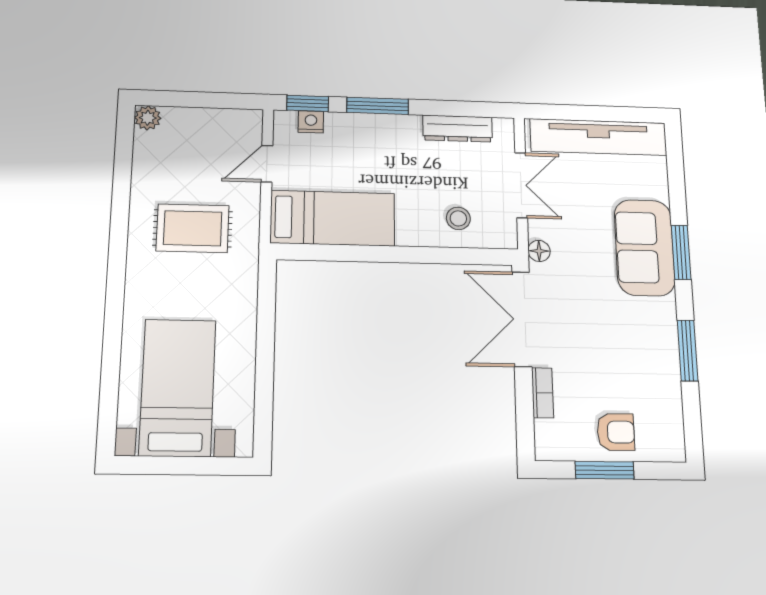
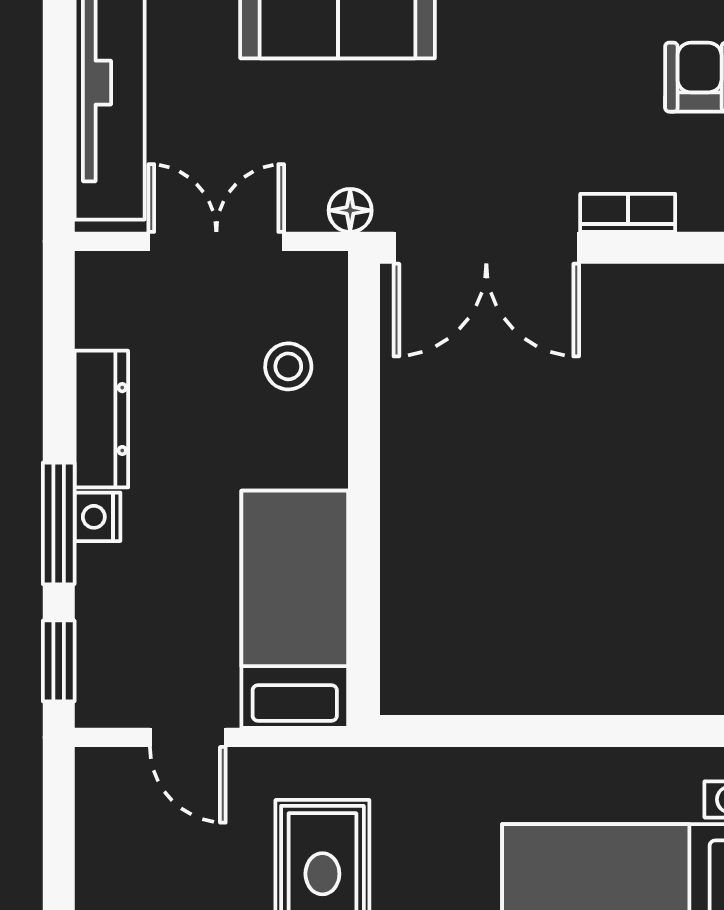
nightstand: (311, 122) -> (98, 517), moved
dresser: (458, 129) -> (101, 419), moved

